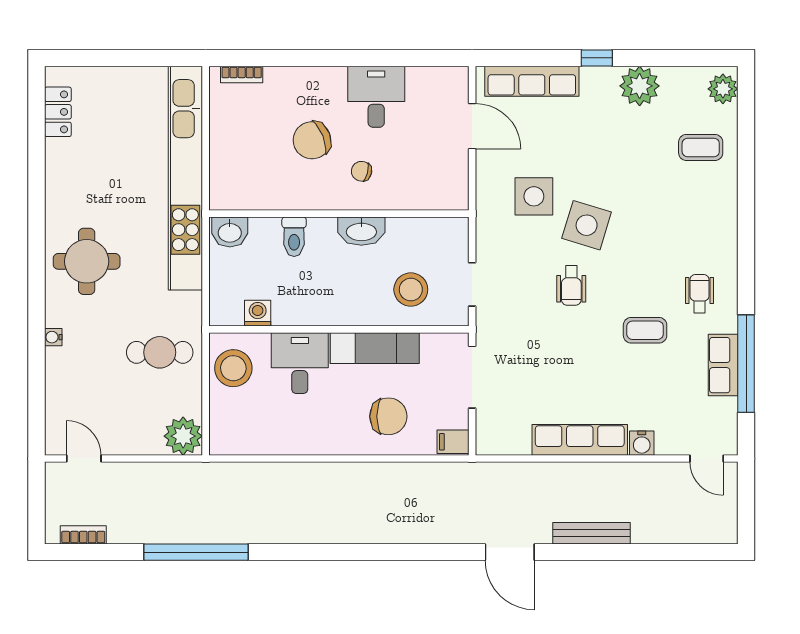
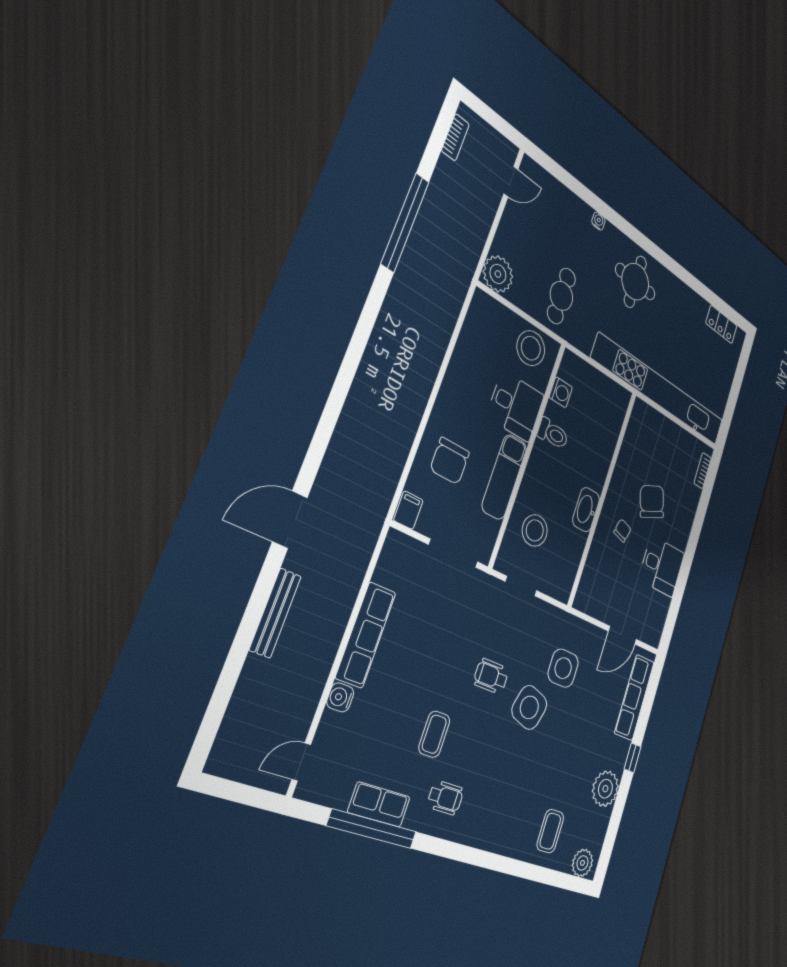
washbasin: (230, 232) -> (618, 403), removed
toilet: (294, 237) -> (553, 434), moved, turned 180

